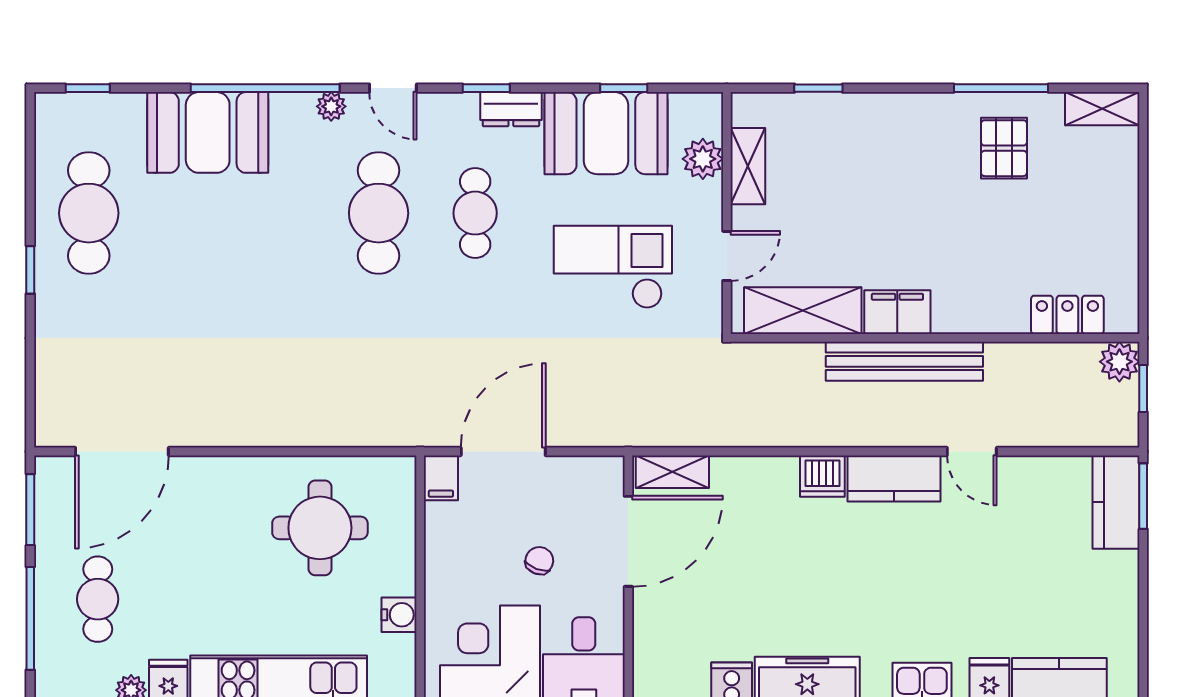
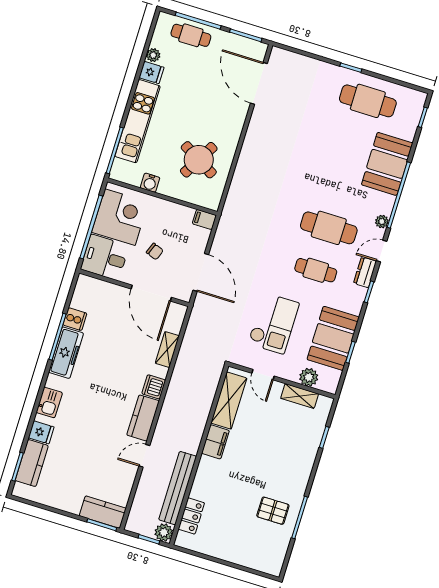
dresser: (511, 109) -> (365, 272), moved
shelving: (1102, 109) -> (277, 559), removed
bench: (904, 361) -> (178, 488), moved
door: (503, 452) -> (201, 272), moved
shelving: (672, 472) -> (167, 350), moved
round table: (320, 528) -> (199, 160), turned 30
cafe table: (98, 599) -> (191, 35), moved

